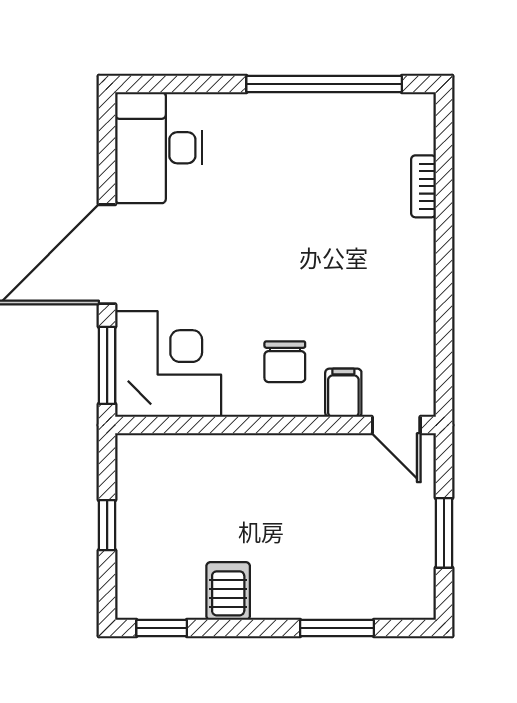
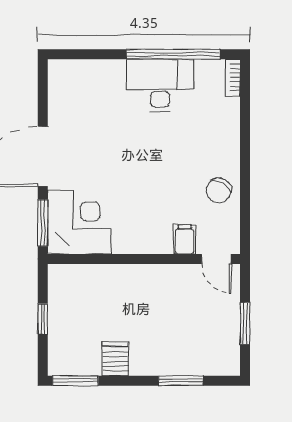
desk: (159, 148) -> (160, 85), moved, turned 90
bookcase: (424, 186) -> (233, 78), moved
chair: (285, 362) -> (219, 190), moved, turned 30
window: (162, 628) -> (75, 381), width x1.50

